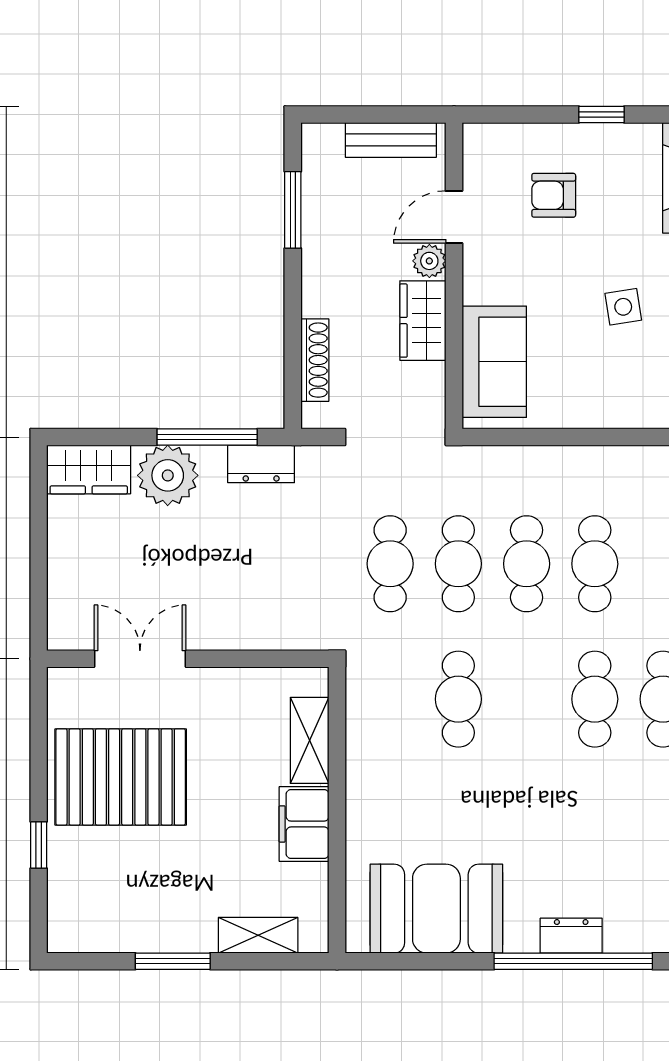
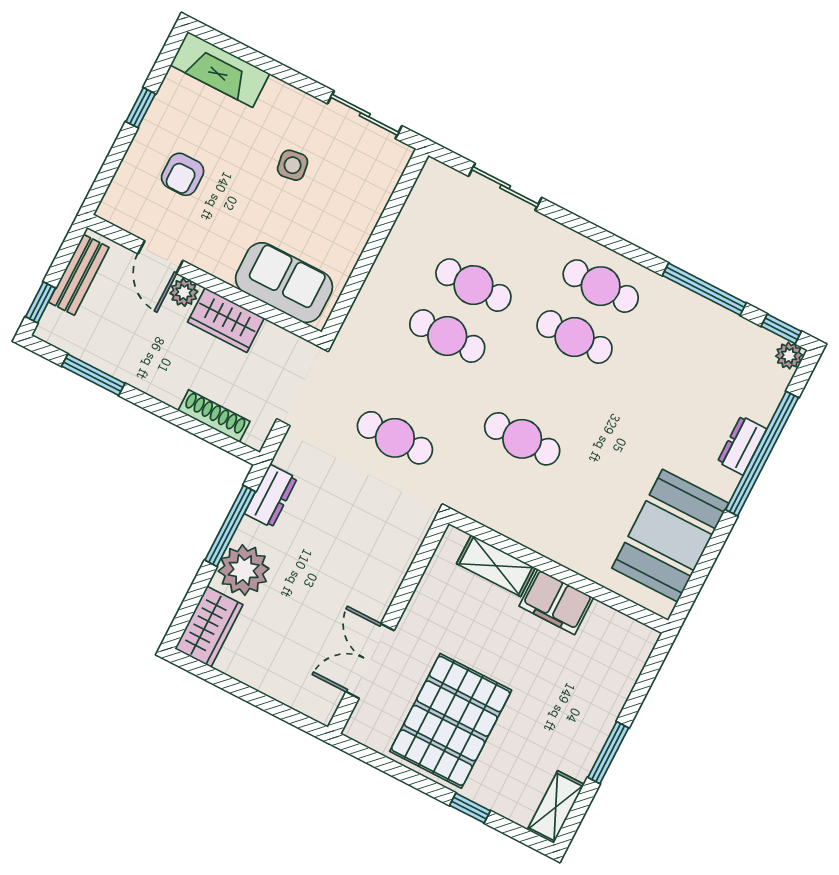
window: (341, 114) -> (41, 302), added
cafe table: (458, 564) -> (421, 387), removed
shelving: (258, 935) -> (556, 807), moved

